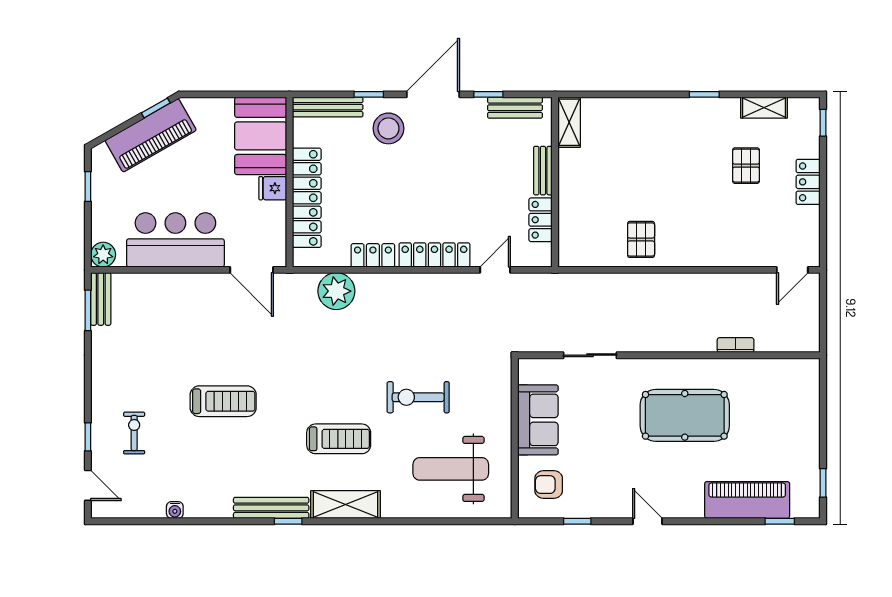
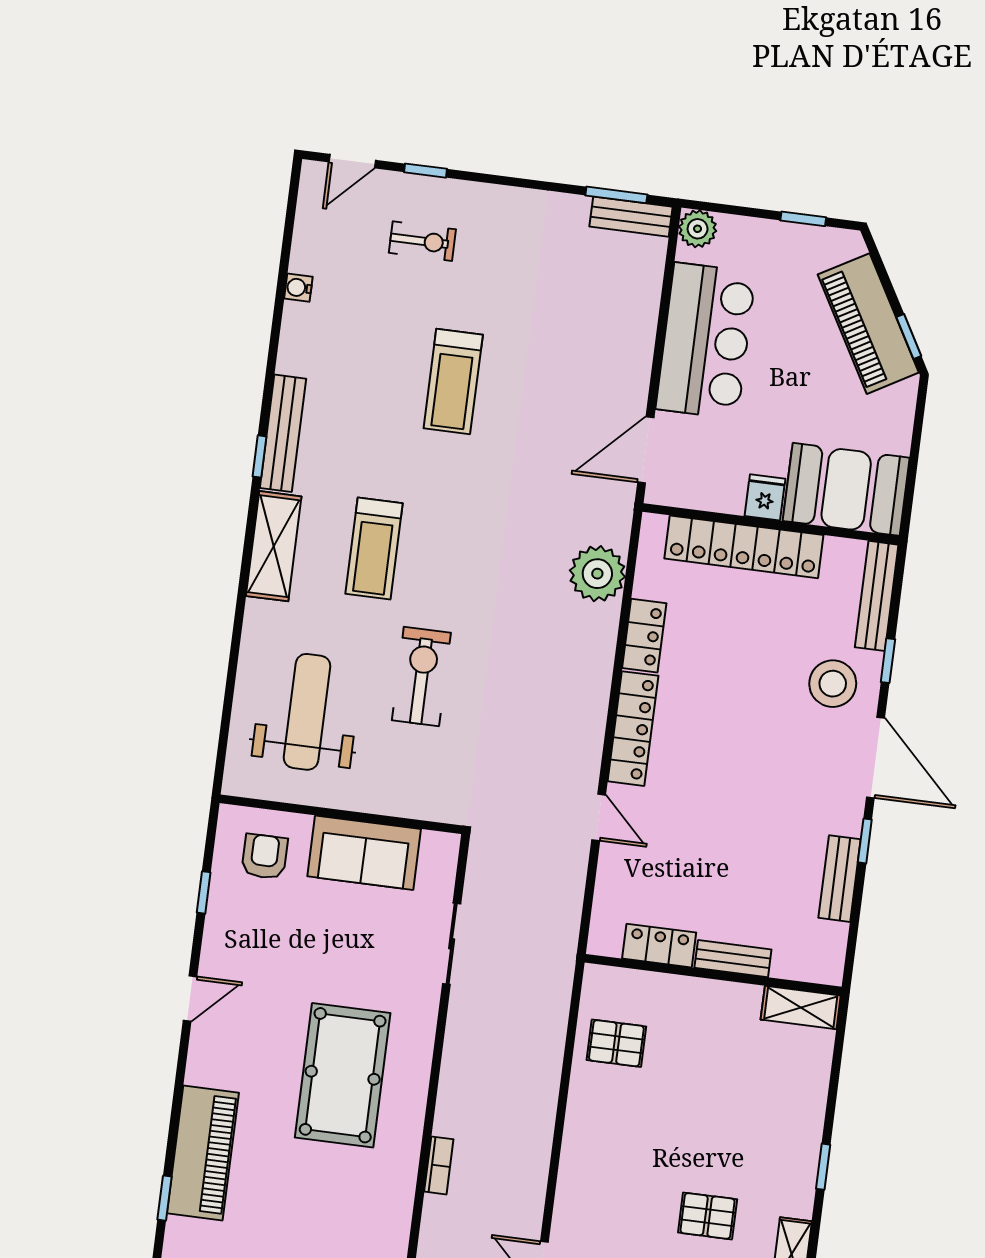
shelving: (569, 122) -> (801, 1008), moved
bench: (543, 171) -> (733, 959), moved
wall: (555, 182) -> (713, 975), moved
locker: (541, 220) -> (659, 946), moved

